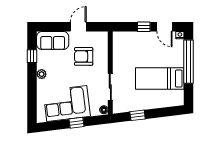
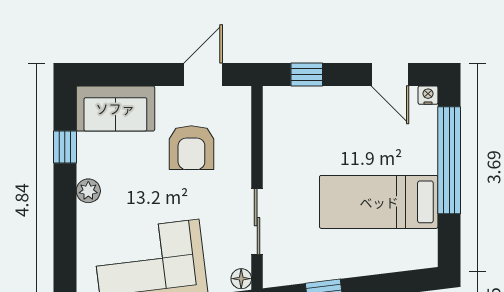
door: (78, 27) -> (203, 75), moved
window: (144, 27) -> (307, 75), moved
armchair: (84, 56) -> (191, 148), turned -90

